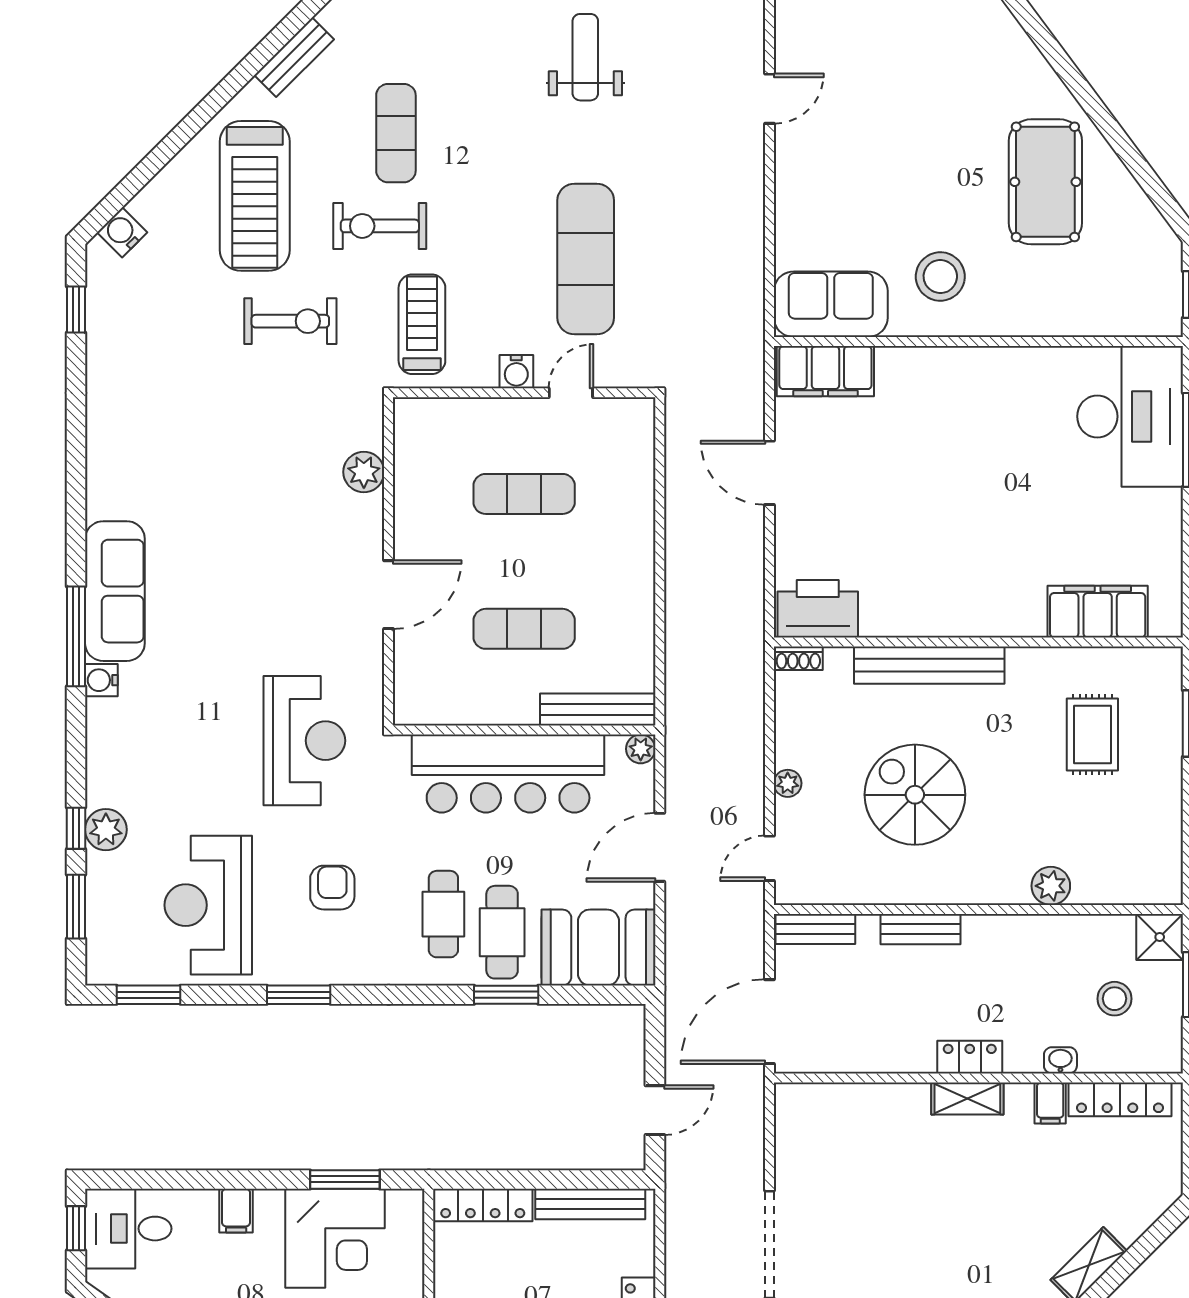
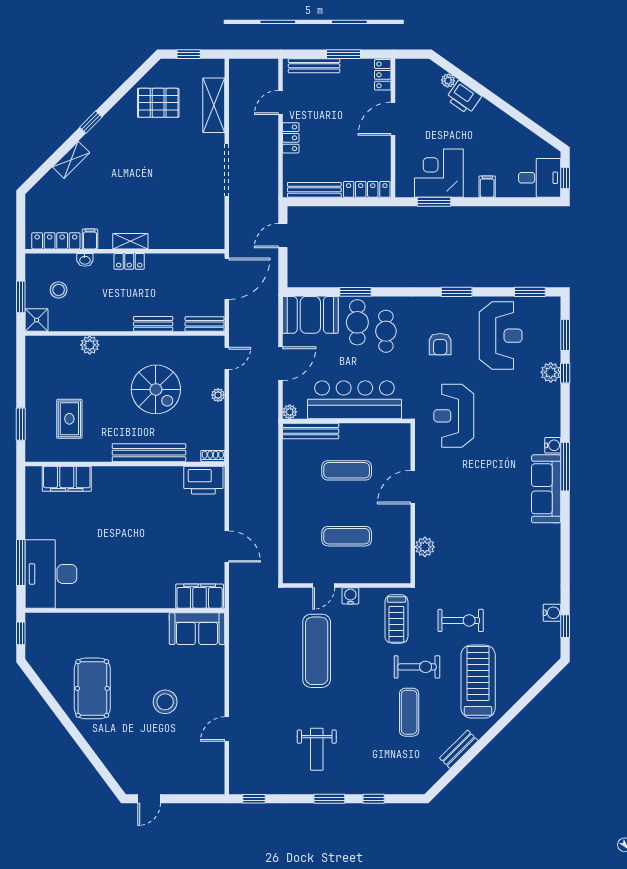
water cooler: (122, 232) -> (552, 613), moved, turned -45
stool: (940, 276) -> (165, 702), moved
exercise bike: (290, 321) -> (461, 620), turned 180

